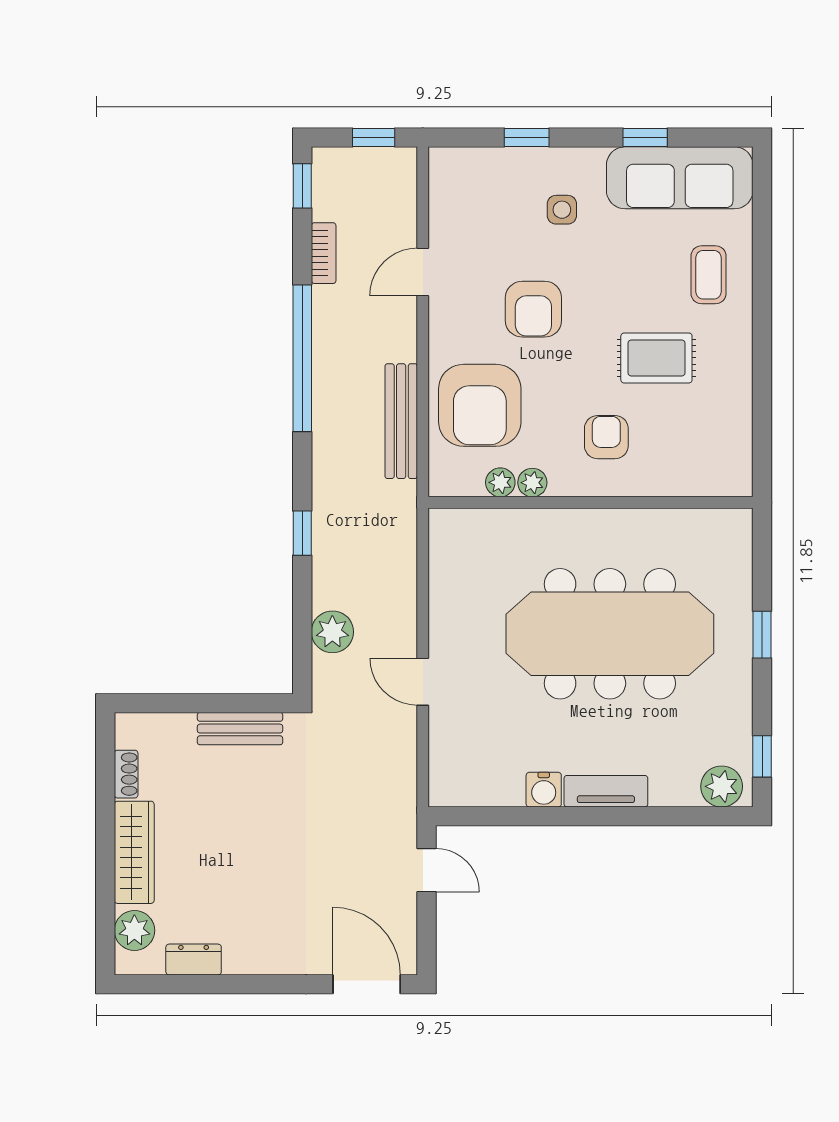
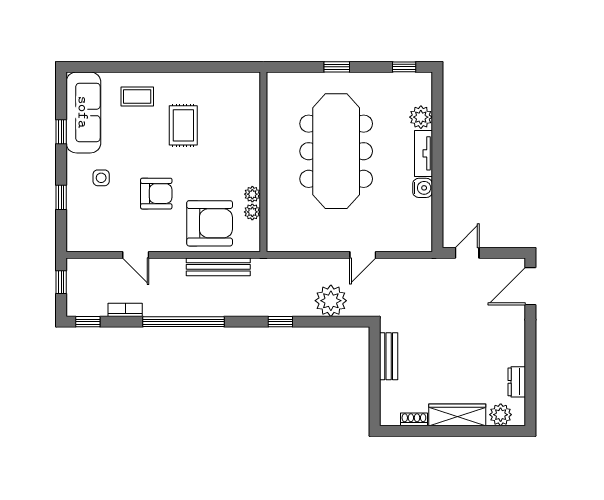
armchair: (606, 437) -> (227, 153), removed
plant: (332, 632) -> (331, 301), width x1.36, depth x1.36
plant: (722, 786) -> (421, 117), moved

